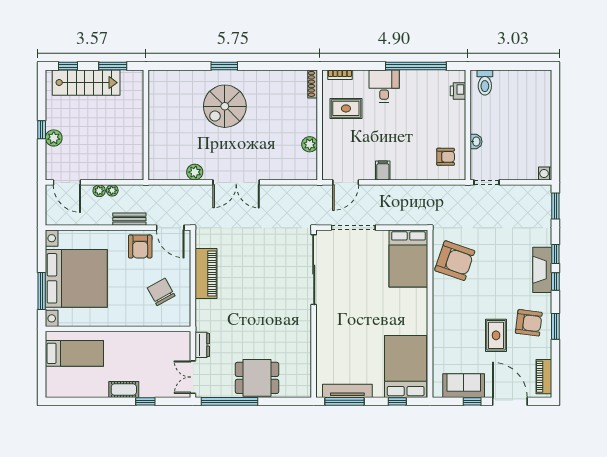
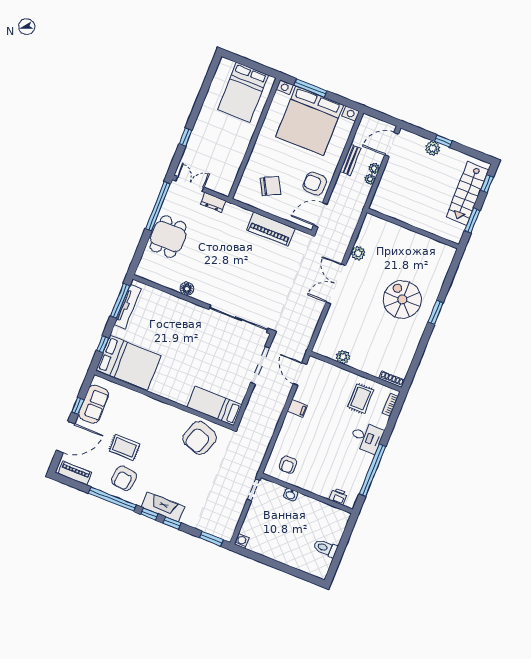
toilet: (485, 82) -> (326, 548), moved
bench: (129, 219) -> (350, 160), moved
bed: (408, 258) -> (214, 406), width x0.67
window: (555, 326) -> (112, 499), width x2.11
floor lamp: (304, 336) -> (187, 289), added
bed: (74, 353) -> (243, 92), width x1.50
cot: (124, 390) -> (202, 123), removed

